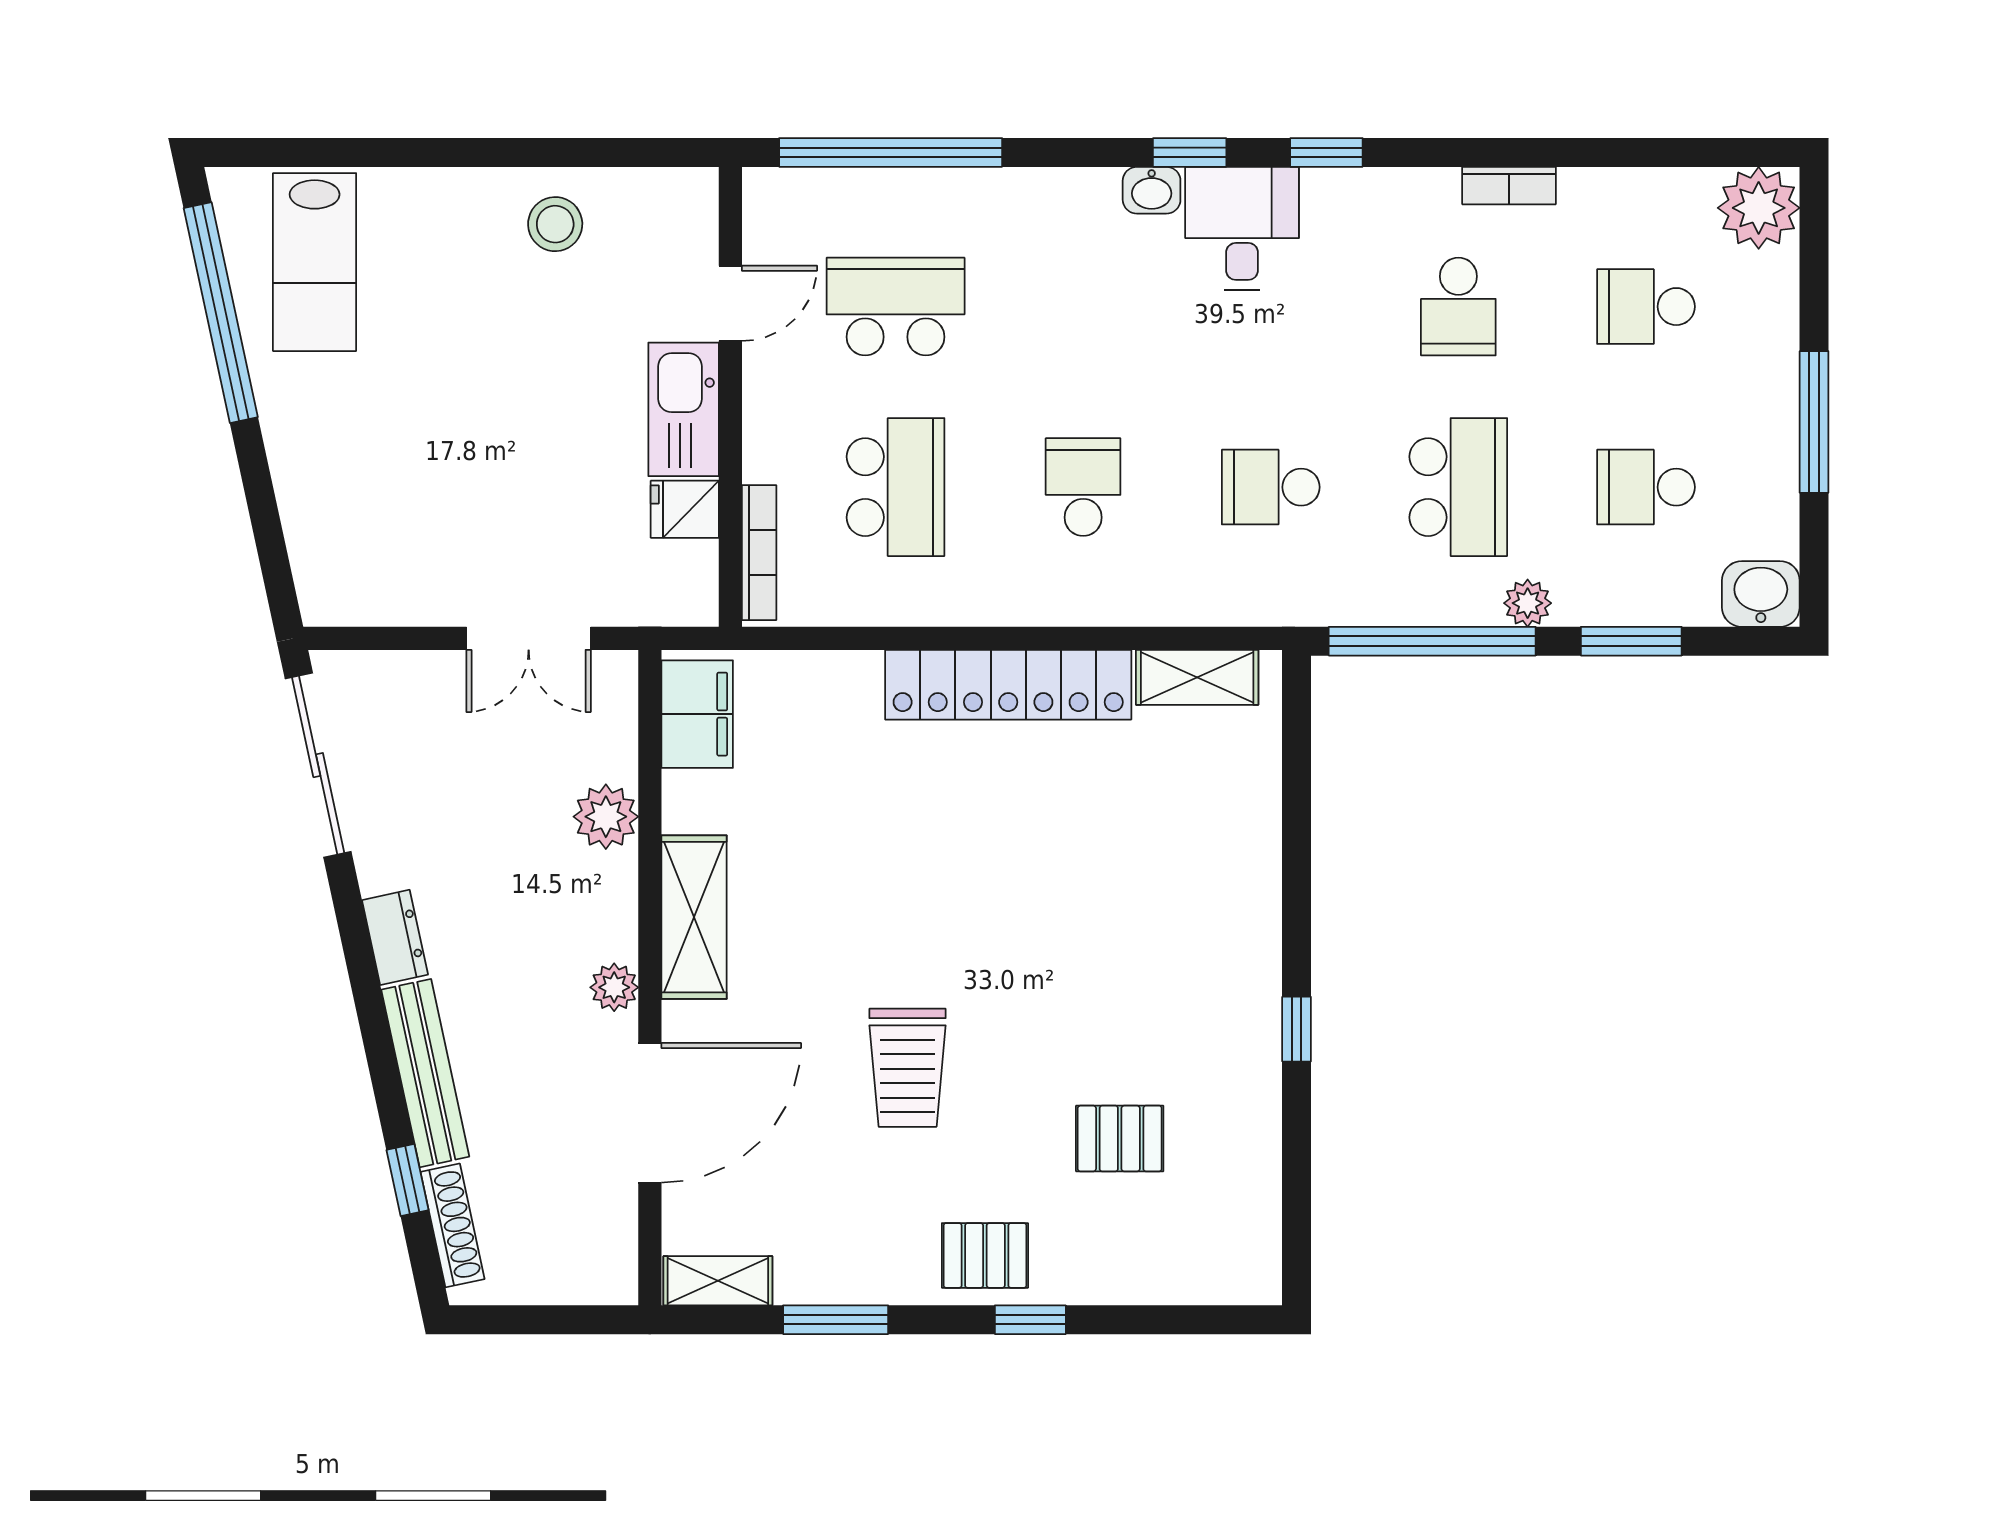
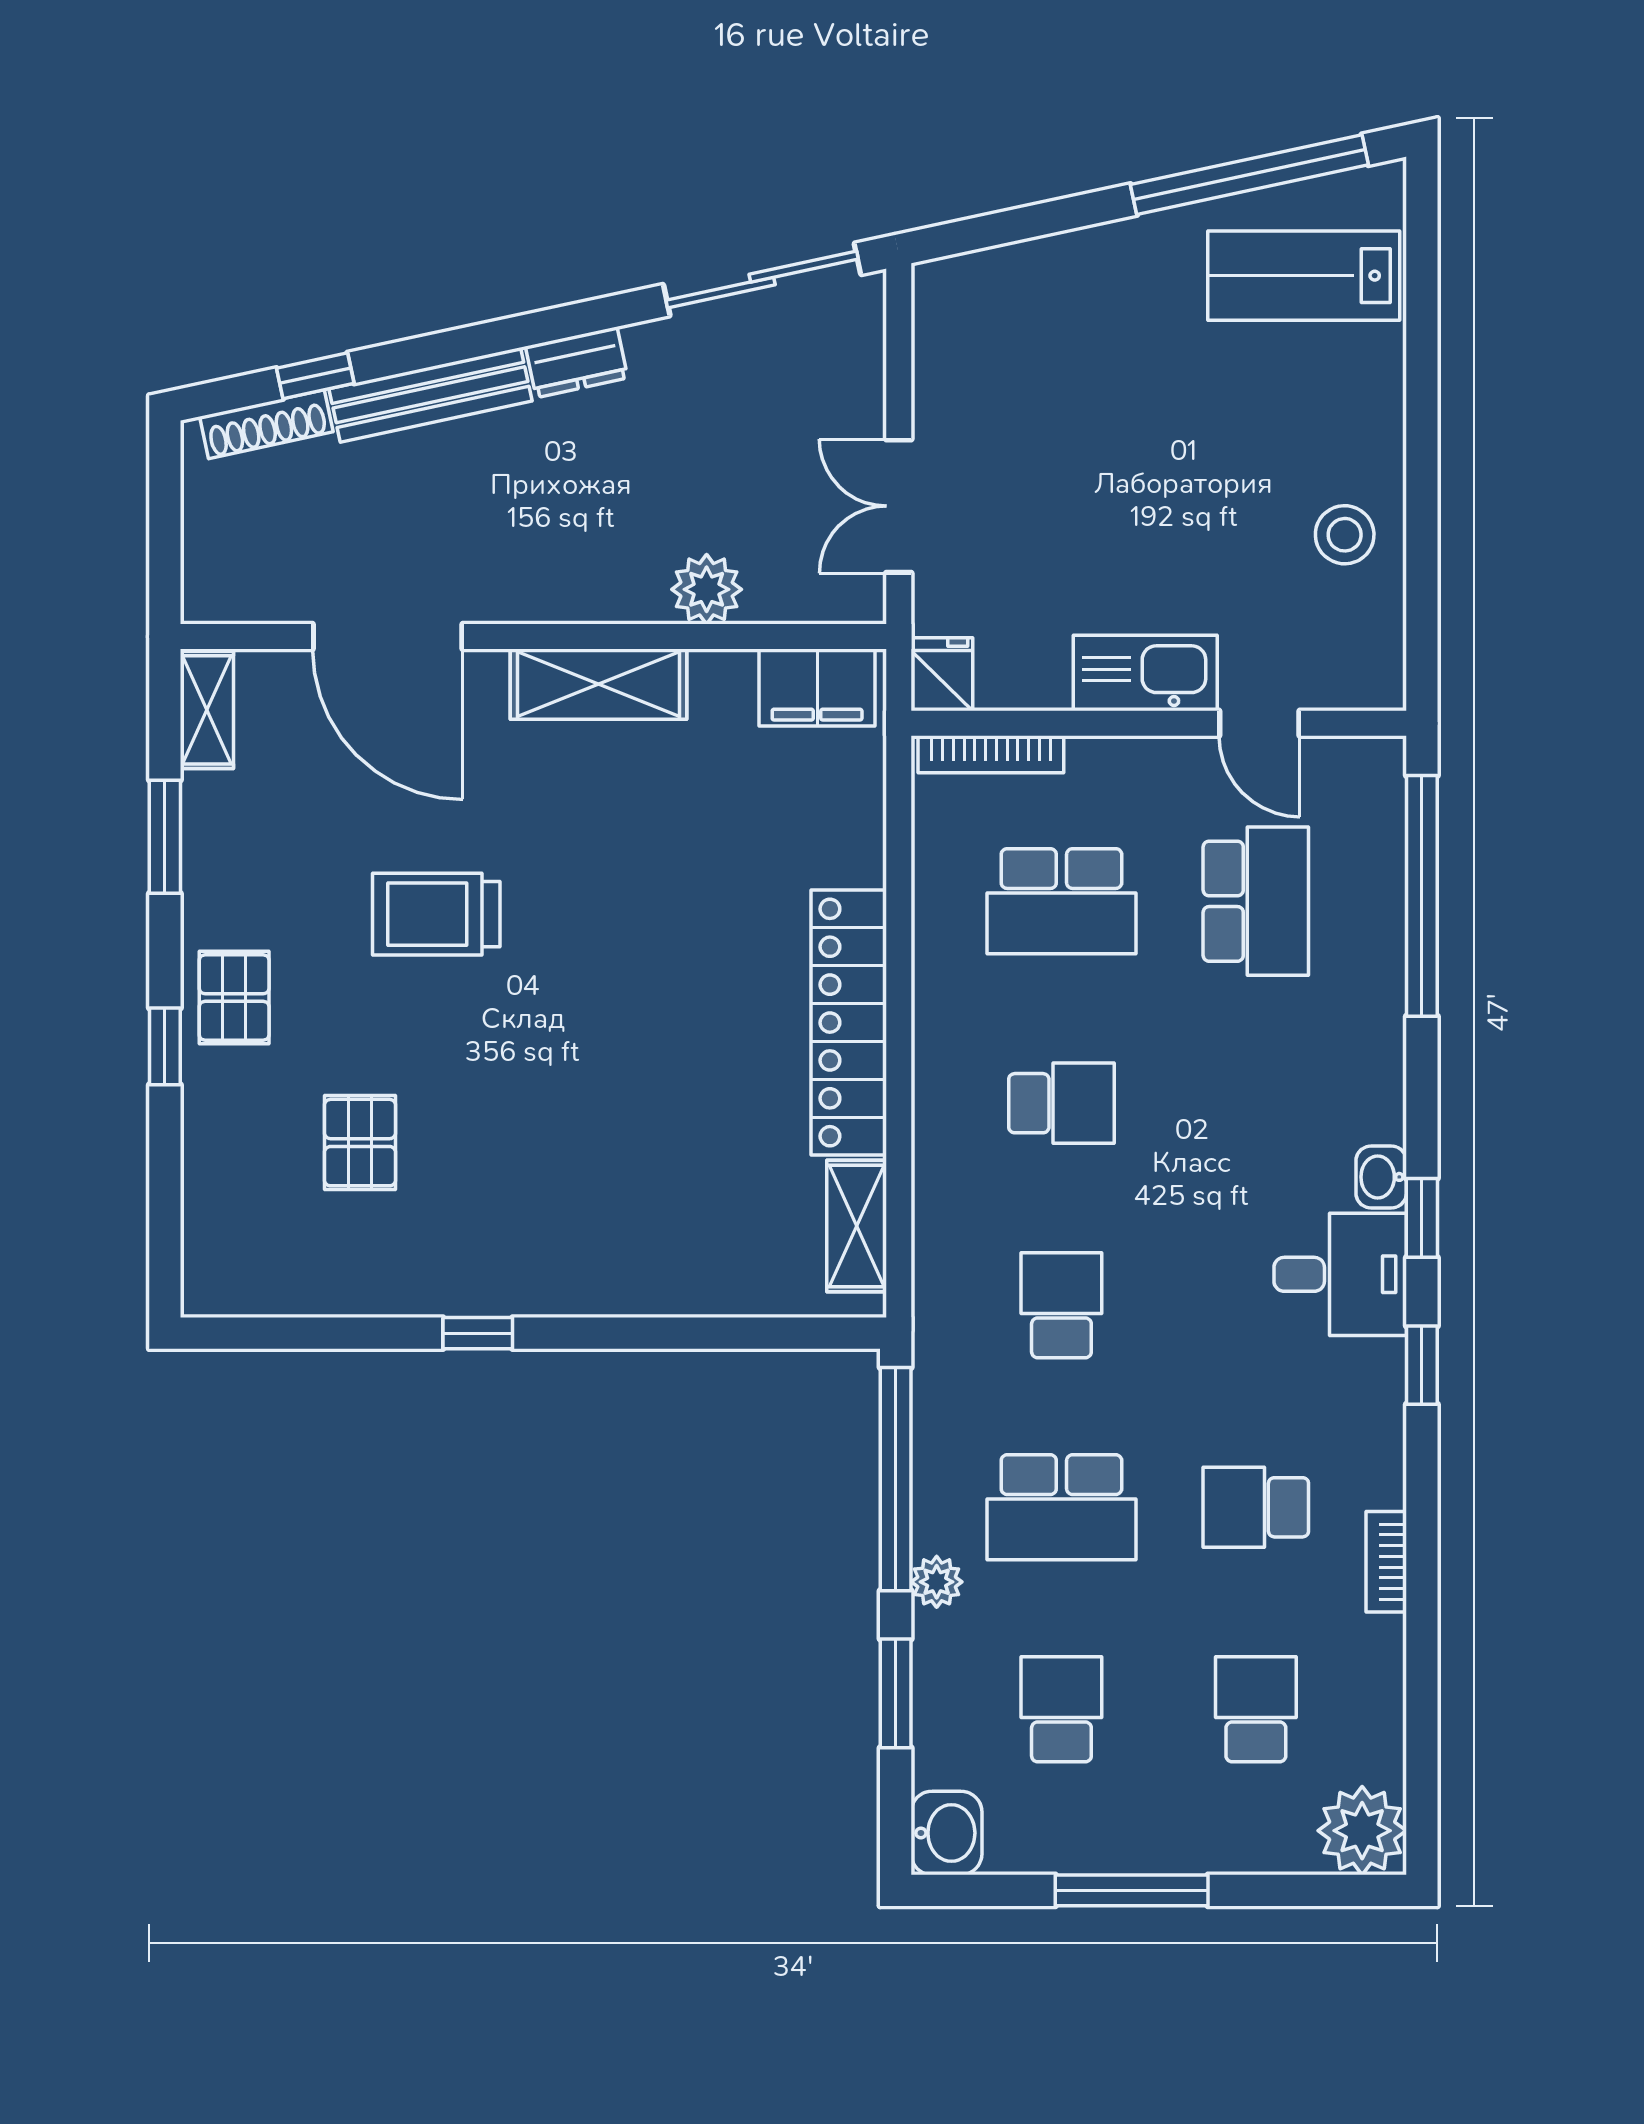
fridge: (685, 509) -> (942, 674), moved
plant: (614, 987) -> (523, 598), removed

